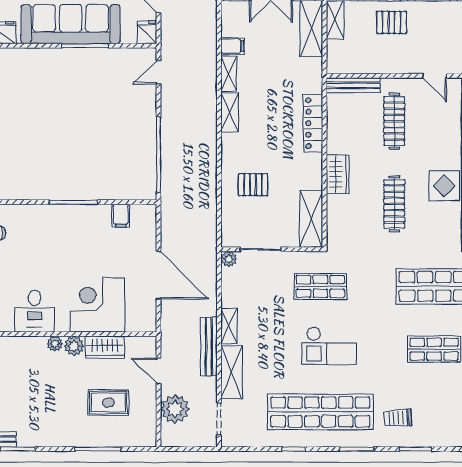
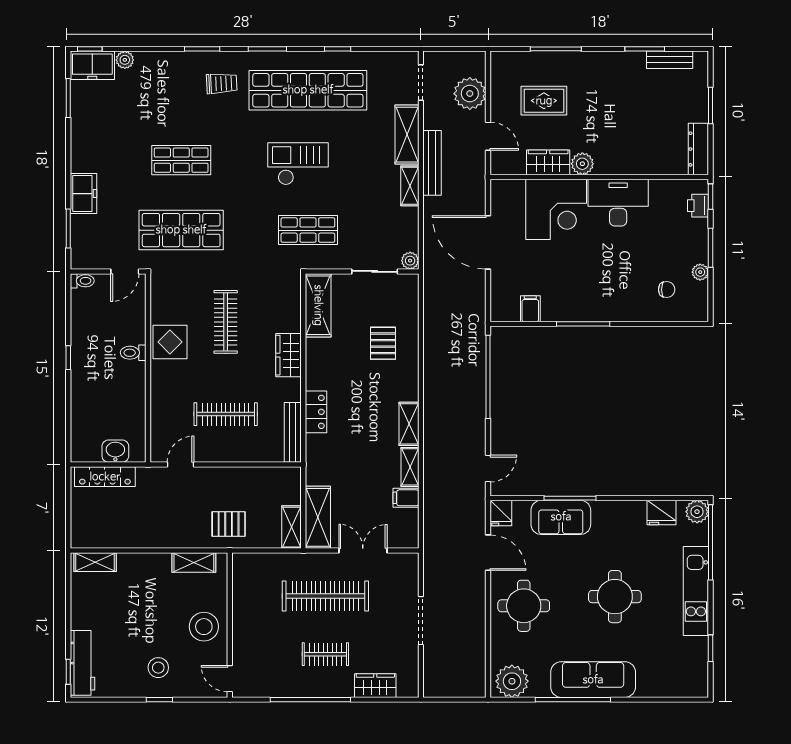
sofa: (71, 24) -> (561, 517), width x0.54, depth x0.79
door: (435, 76) -> (181, 465), hinge flipped
bench: (353, 85) -> (293, 432), moved, turned 90
clothes rail: (394, 121) -> (226, 414), turned 90
locker: (313, 123) -> (316, 412), width x0.66
pallet: (253, 185) -> (383, 343), turned 90
desk: (35, 311) -> (618, 203), width x1.37
plant: (55, 344) -> (604, 166), removed

